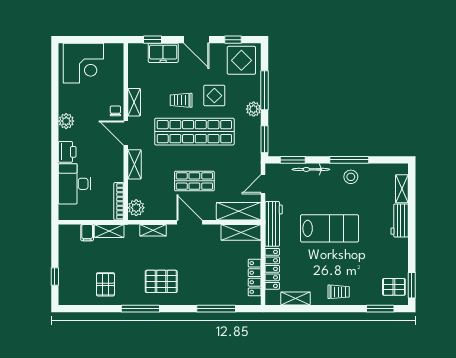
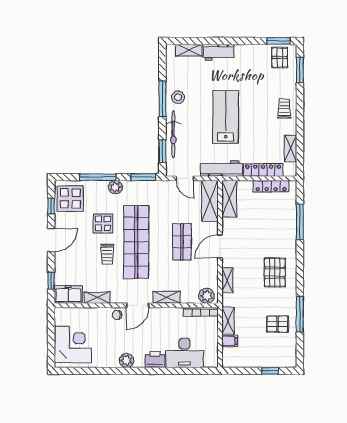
freezer: (163, 53) -> (68, 294), moved, turned -90
shelving: (134, 102) -> (97, 298), moved
bicycle: (311, 169) -> (173, 134), width x1.37, depth x1.40
window: (140, 309) -> (300, 314), moved

